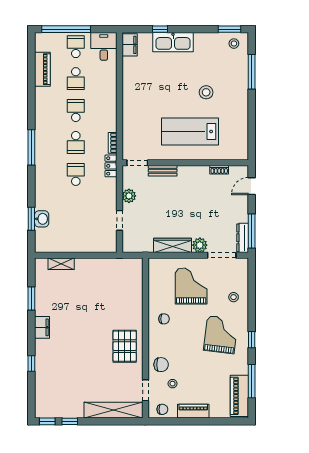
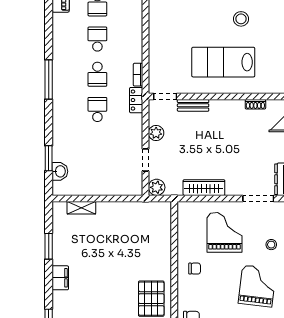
washbasin: (42, 219) -> (60, 171), moved
plant: (200, 245) -> (157, 187), moved

